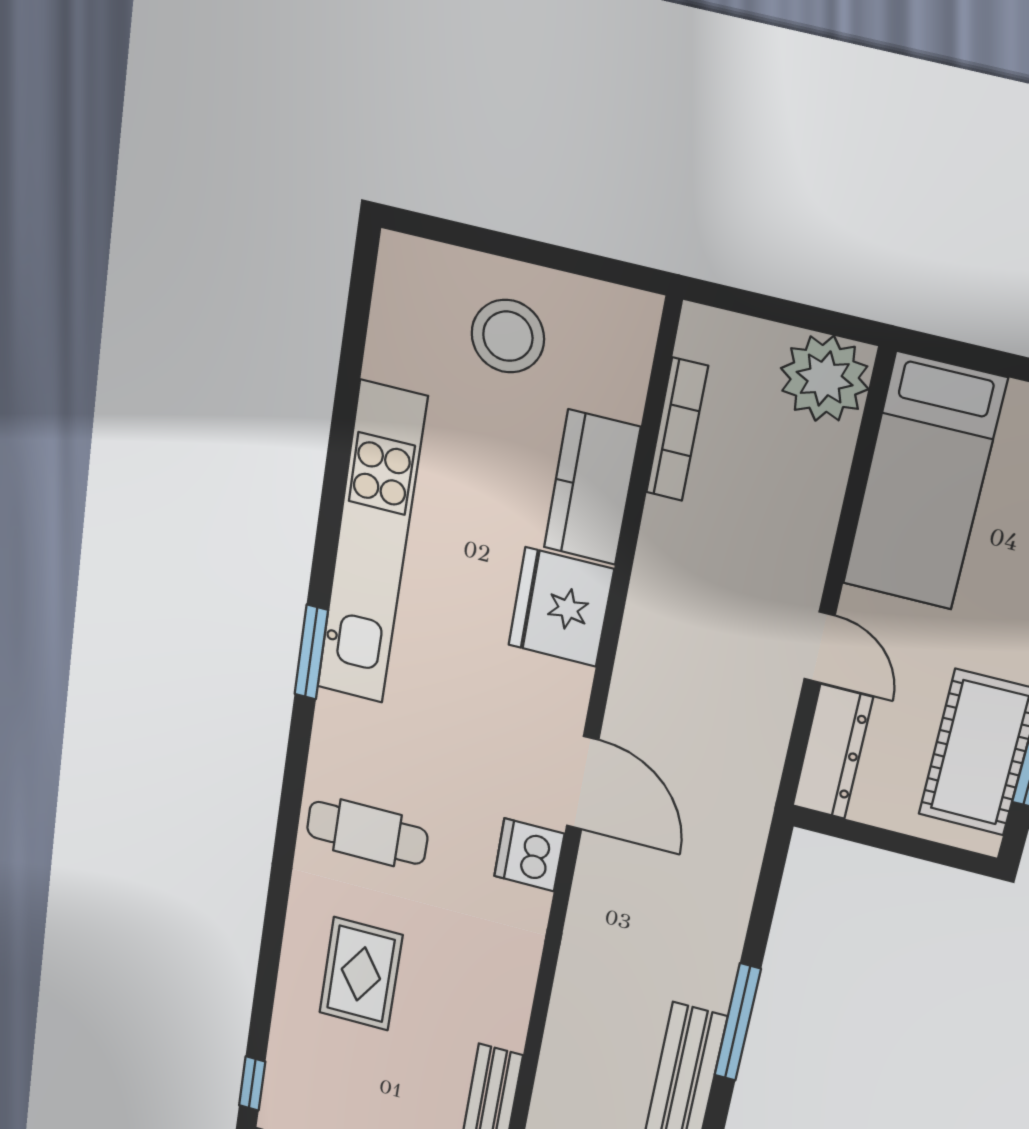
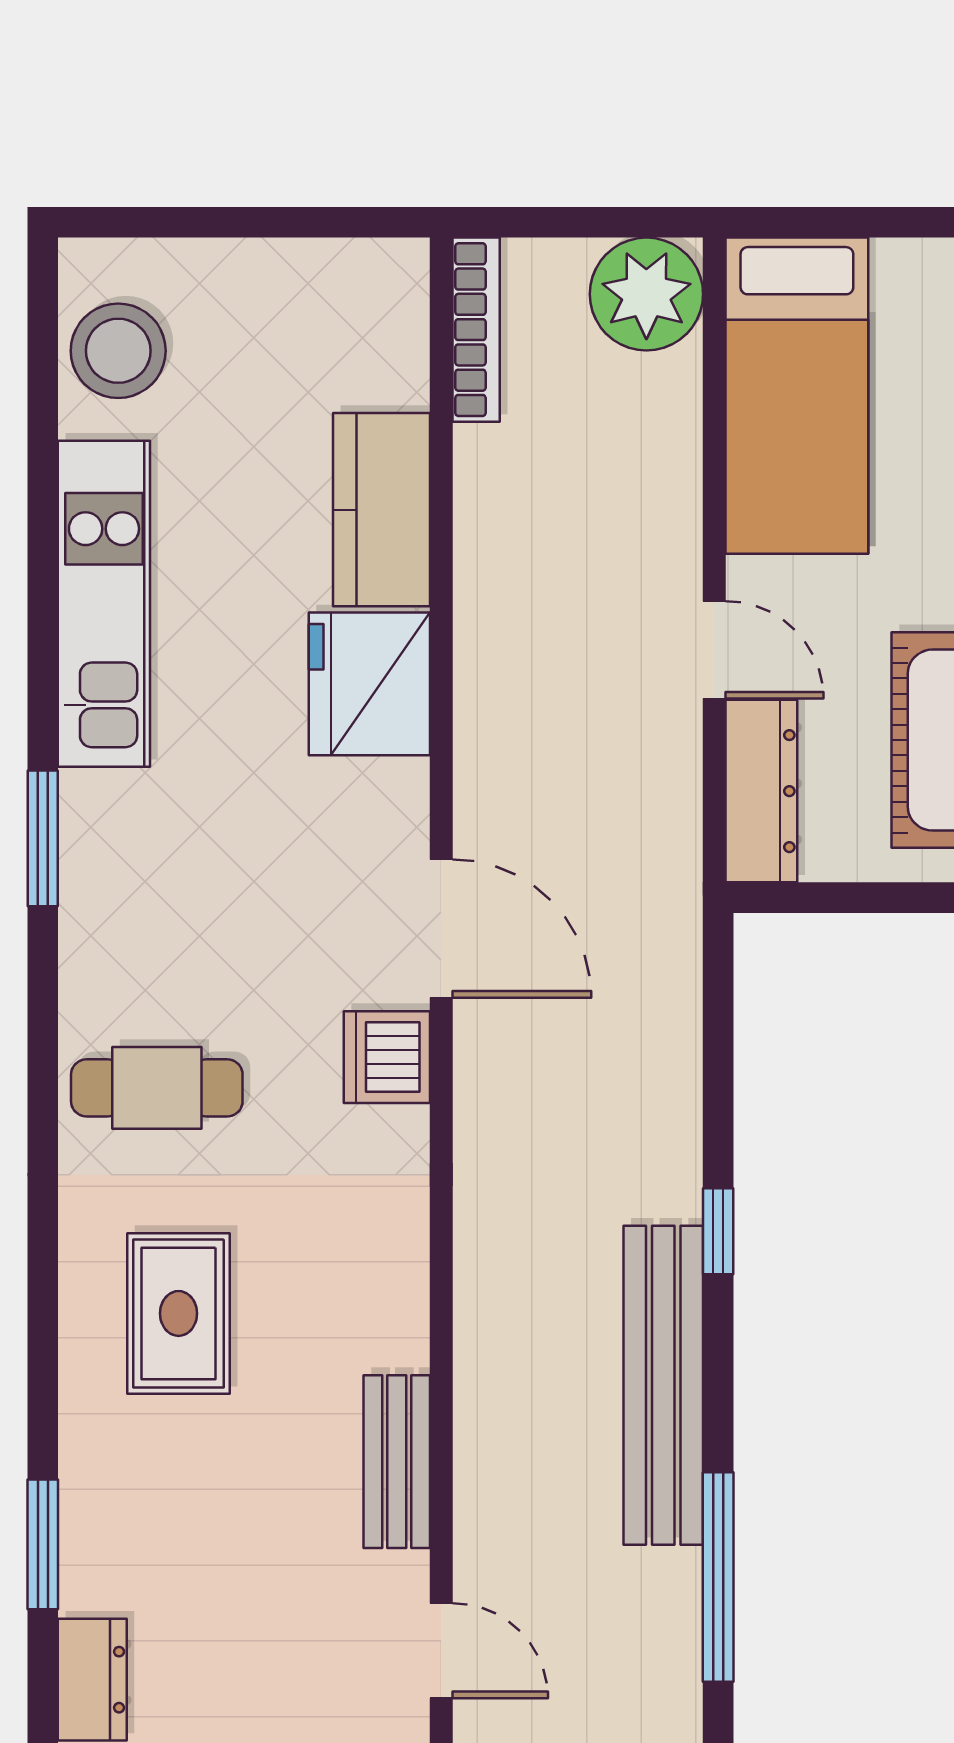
stool: (508, 336) -> (118, 351), moved
bookcase: (677, 430) -> (476, 330), moved
kitchen unit: (371, 545) -> (104, 604), width x0.73
window: (738, 1022) -> (718, 1231), width x0.46
window: (252, 1084) -> (43, 1544), width x1.50

